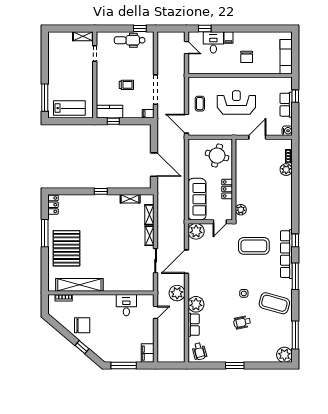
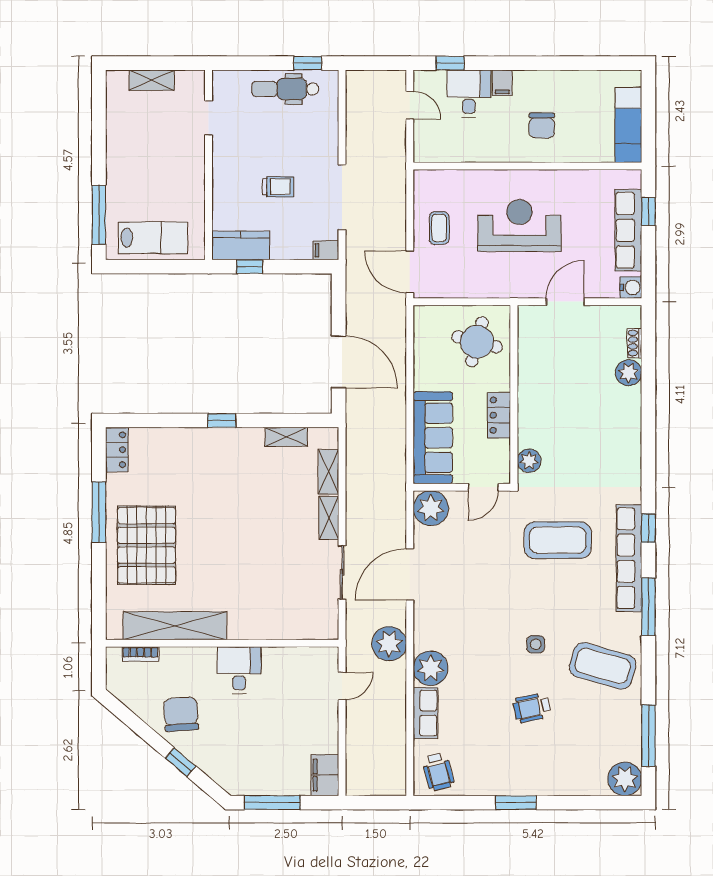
shelving: (83, 36) -> (152, 80), moved
row of seats: (286, 105) -> (628, 230), width x1.48
desk: (126, 305) -> (239, 670), moved
chair: (82, 325) -> (181, 714), turned -94

